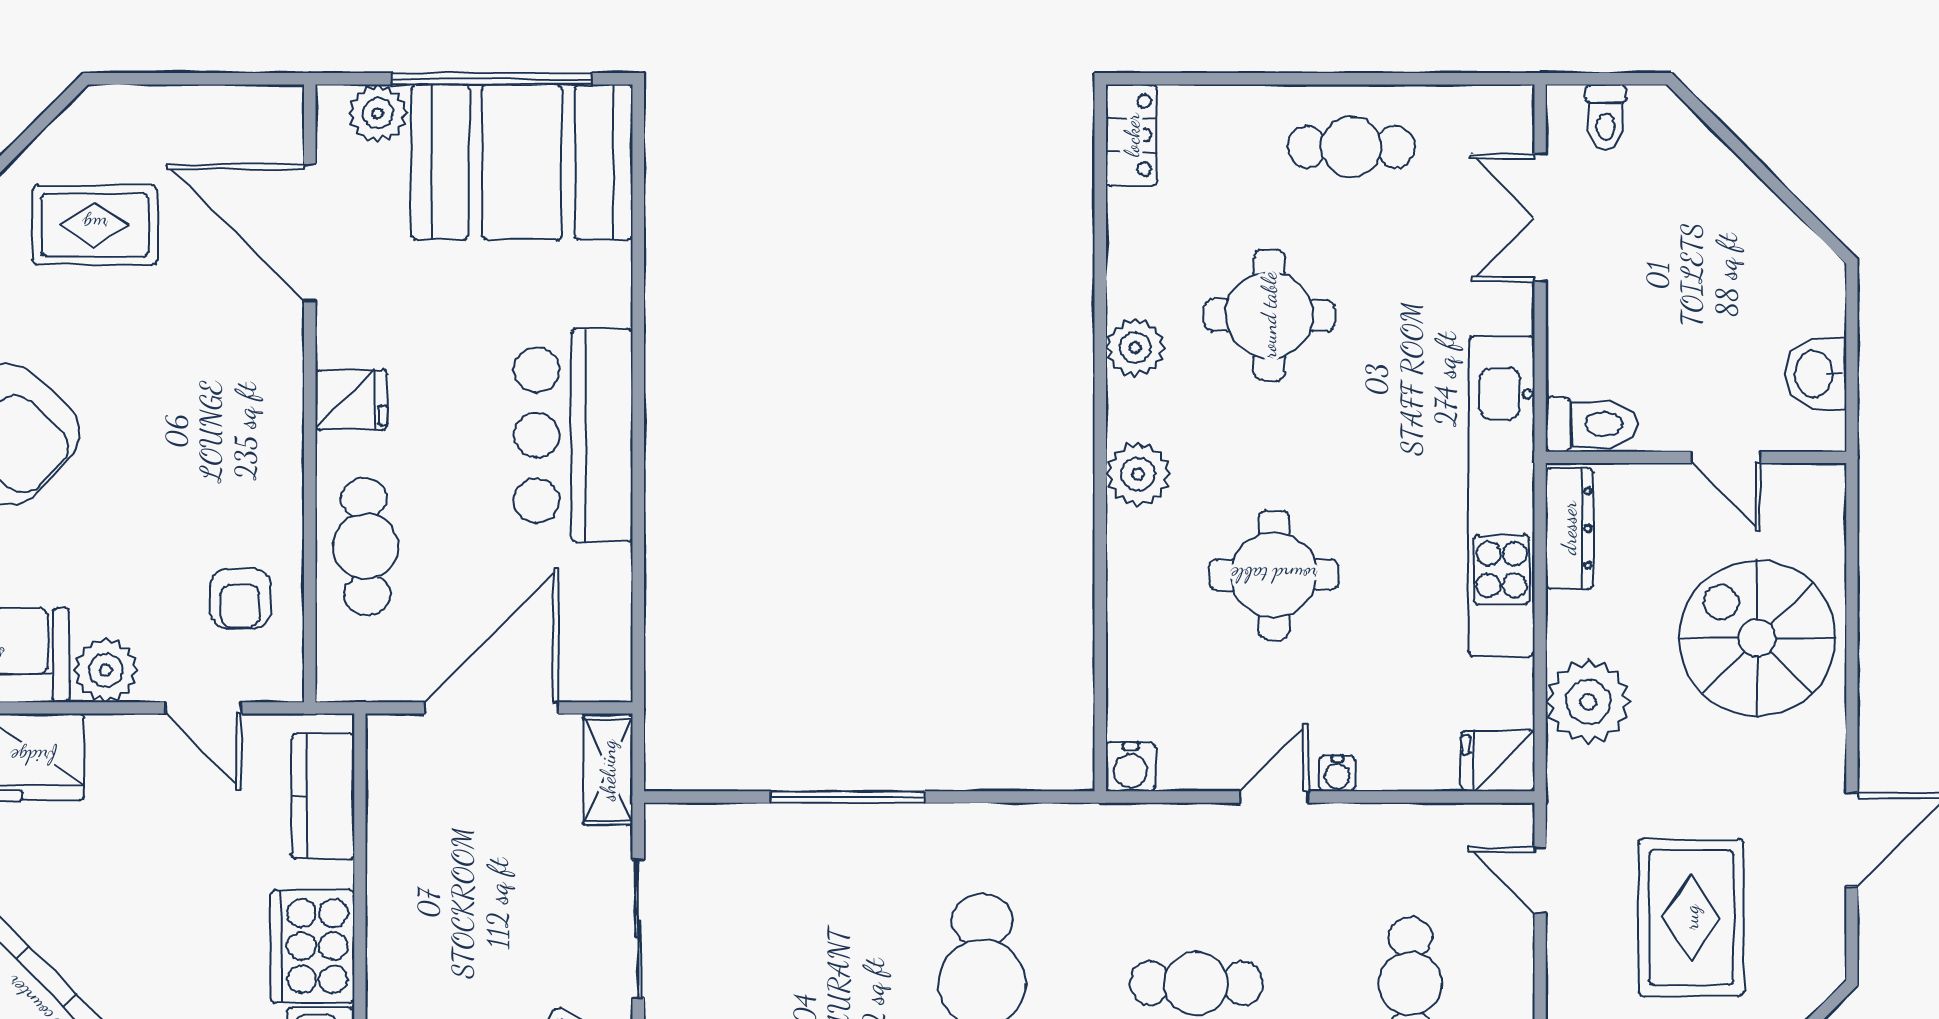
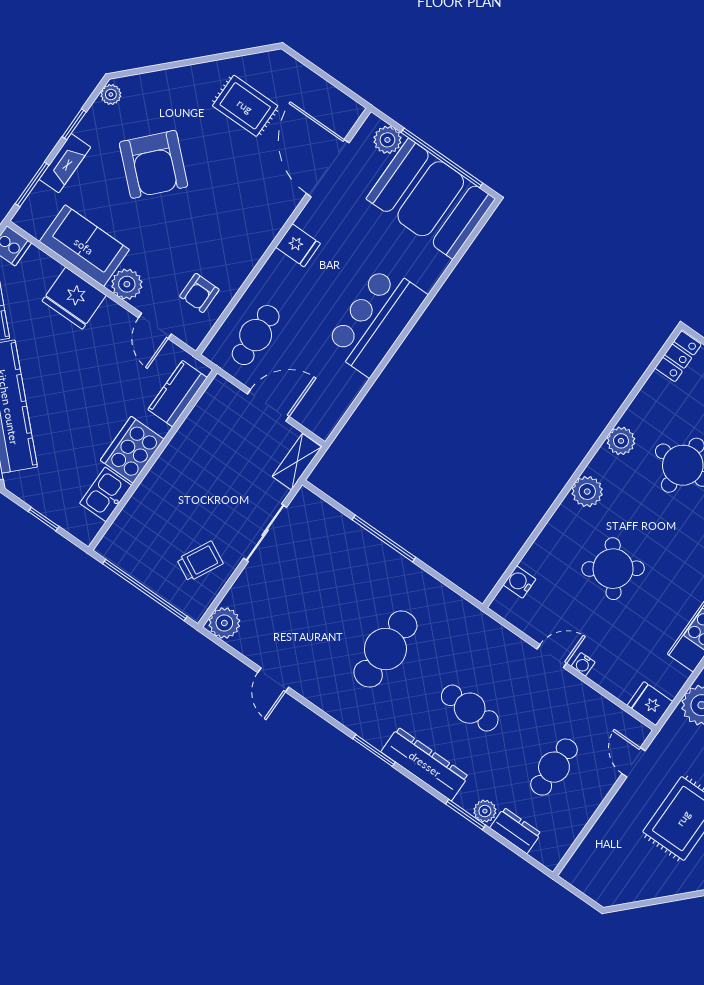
cafe table: (366, 547) -> (256, 335), moved
round table: (1274, 575) -> (613, 569), turned -36
door: (491, 708) -> (268, 405), width x0.73
water cooler: (1131, 767) -> (520, 582), moved, turned 90

